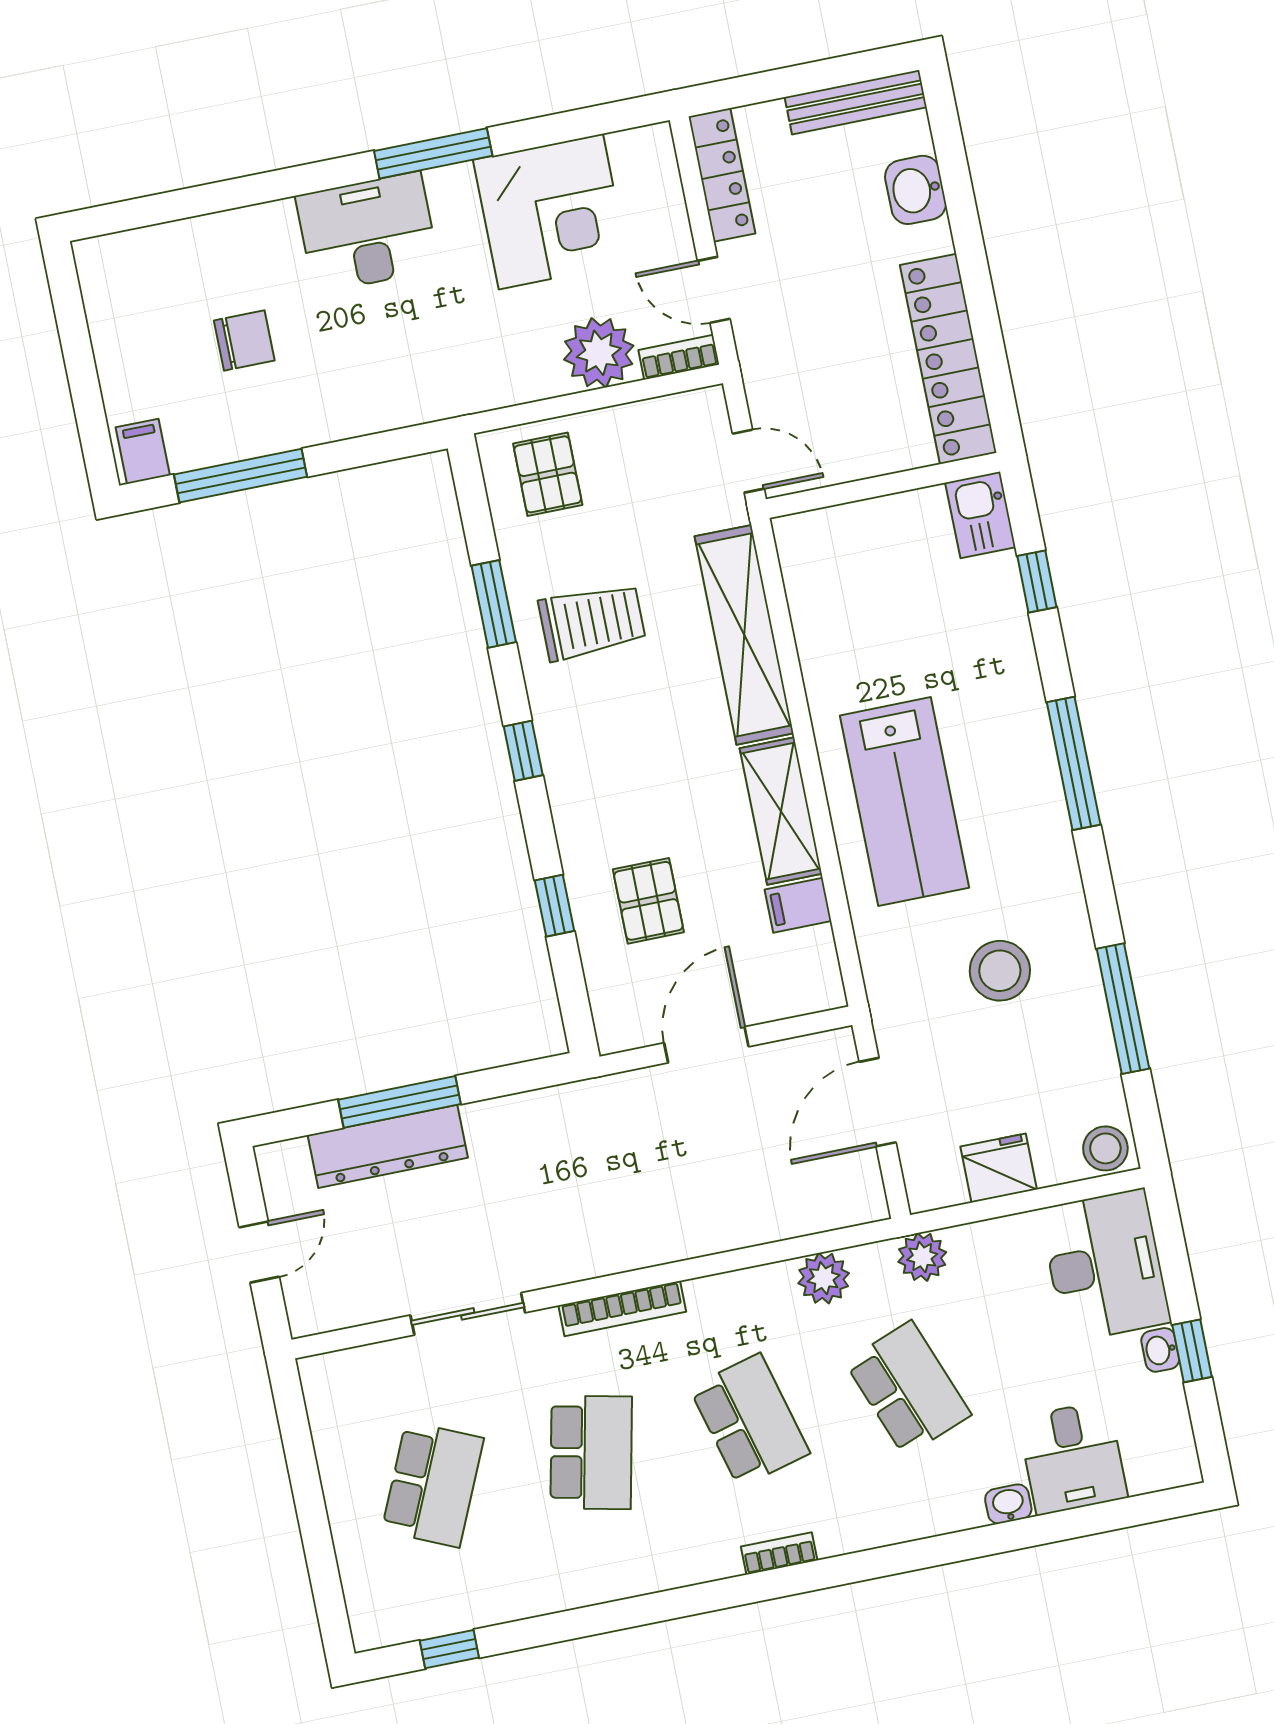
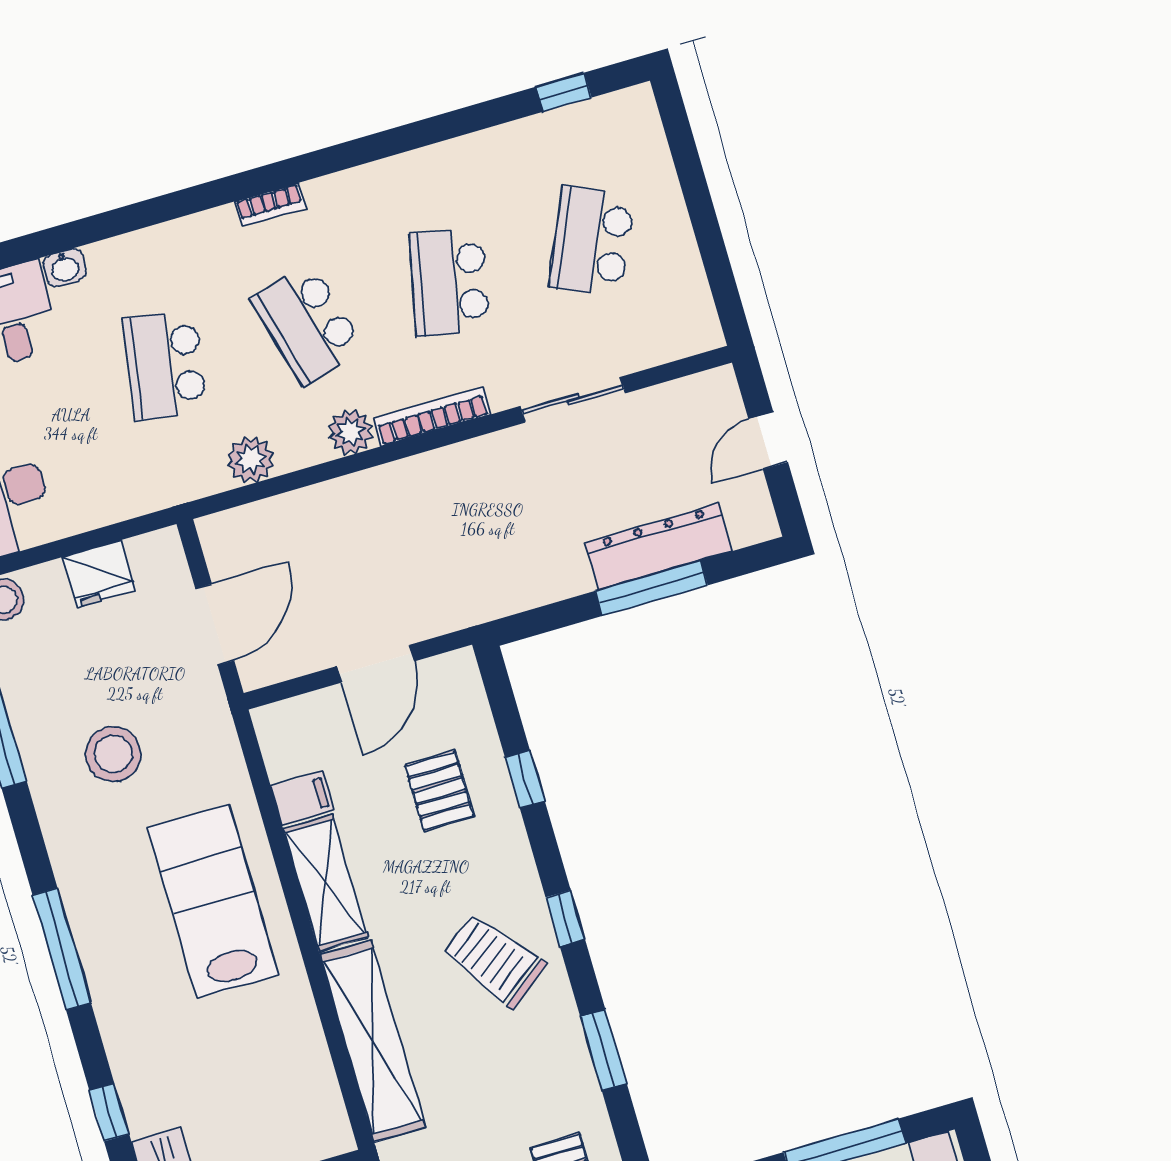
trolley: (592, 622) -> (494, 960), moved, turned 53
plant: (922, 1257) -> (350, 432), moved
school desk: (908, 1389) -> (165, 365), turned 30

